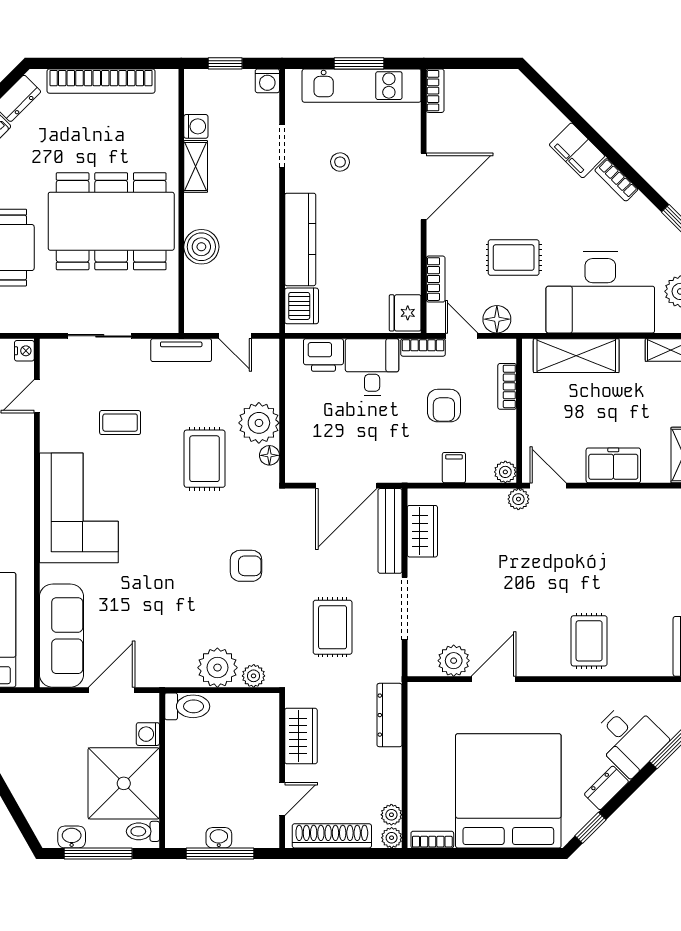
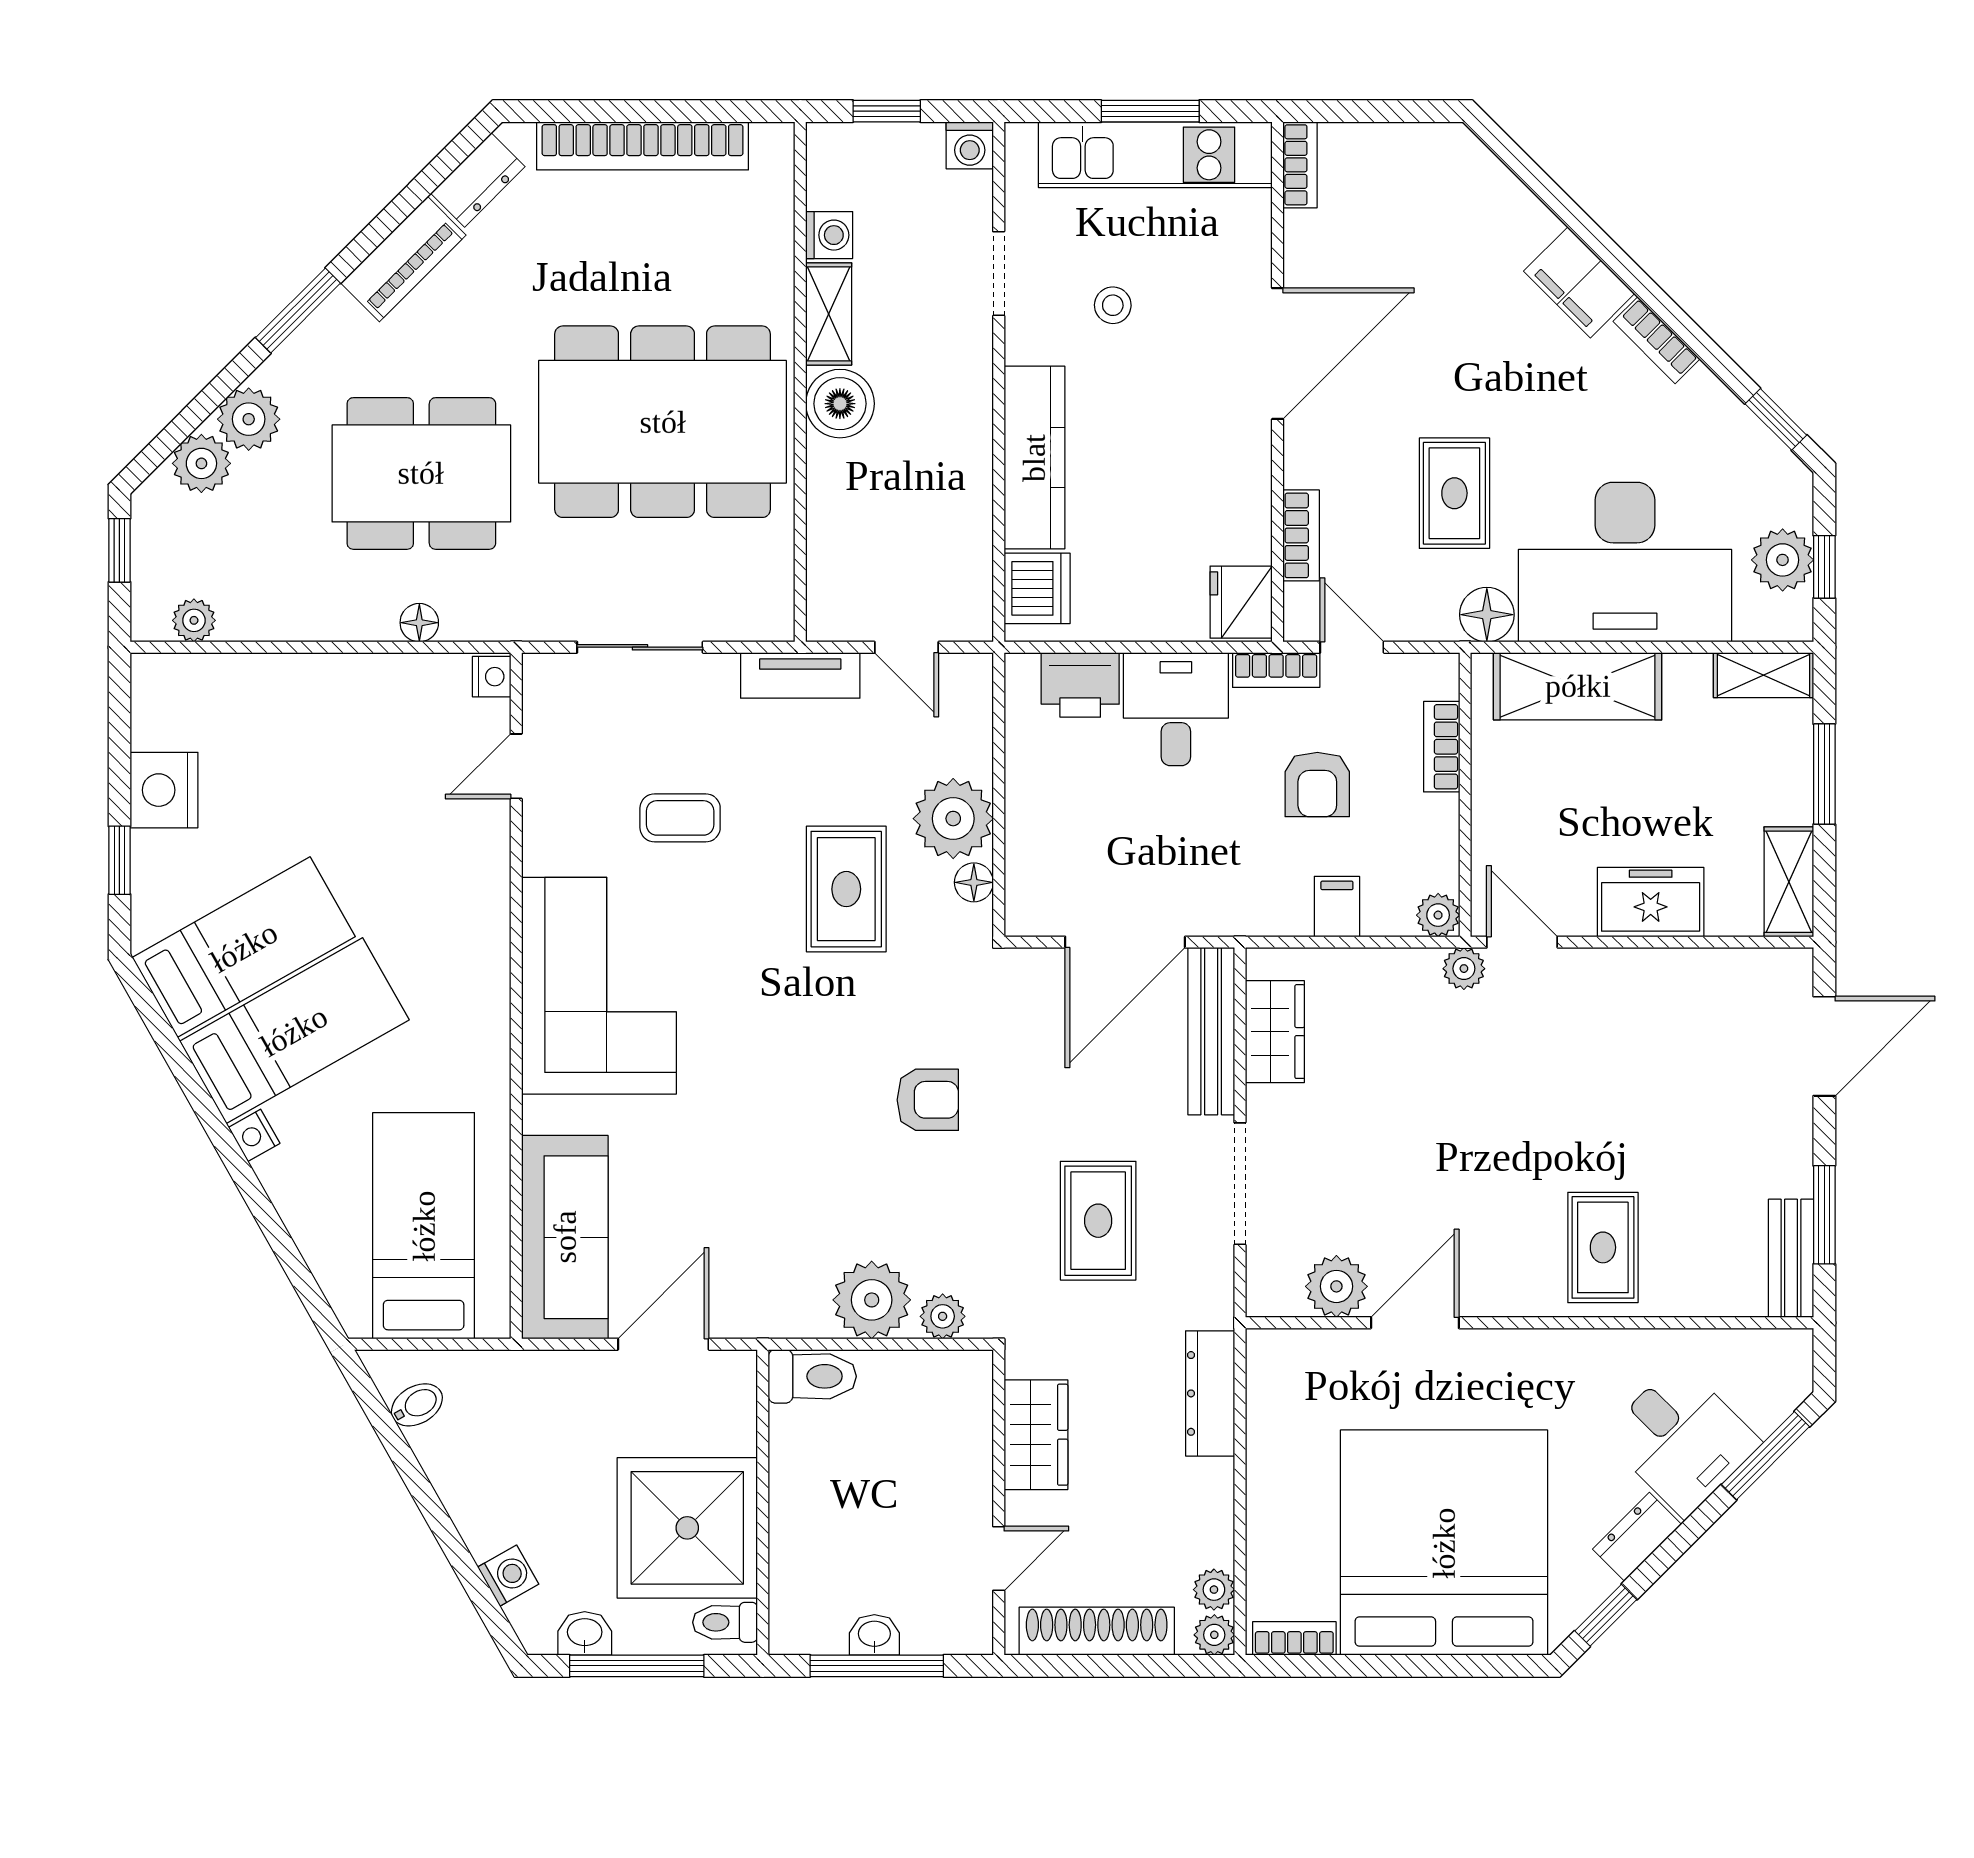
boiler: (201, 247) -> (840, 404), moved
rug: (514, 258) -> (1454, 493), turned 90
floor lamp: (497, 319) -> (1487, 615), moved
washing machine: (148, 734) -> (508, 1576), moved, turned 150

